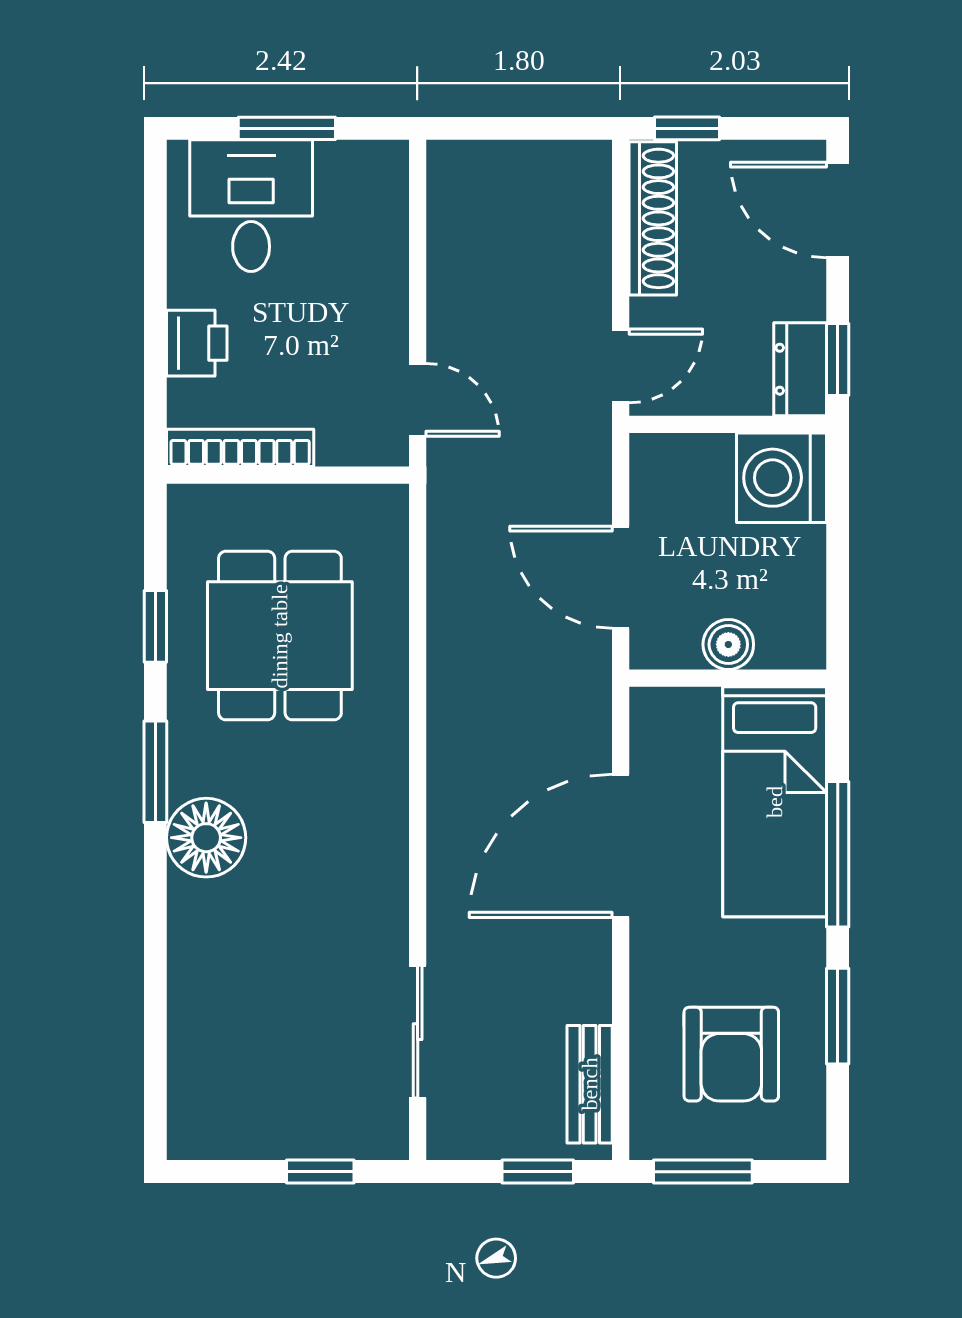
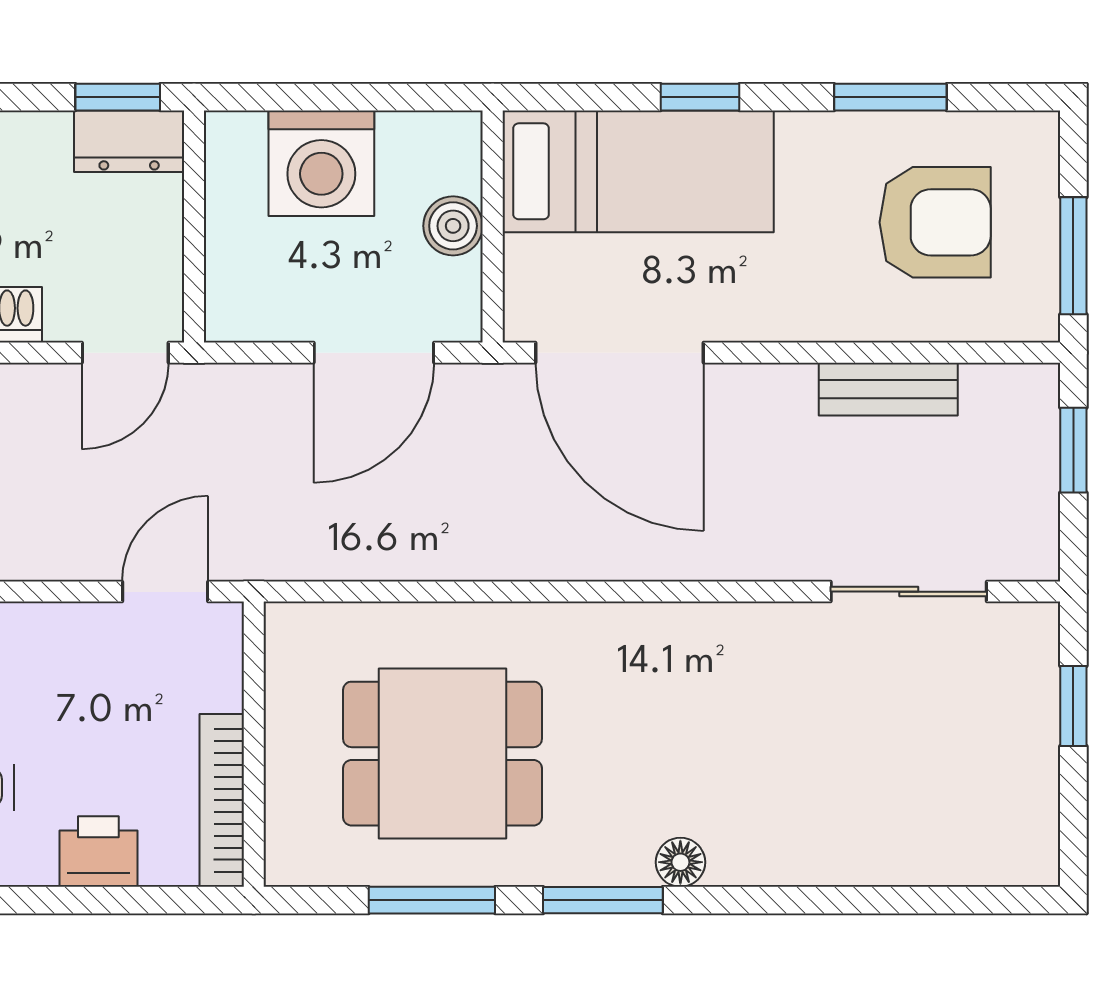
door: (621, 366) -> (125, 353), swing flipped
washing machine: (782, 478) -> (321, 163), moved
window: (155, 626) -> (432, 900), width x1.50
floor lamp: (206, 838) -> (680, 862), width x0.53, depth x0.53
door: (621, 846) -> (619, 353), moved
window: (838, 854) -> (700, 97), width x0.46
bench: (590, 1084) -> (888, 389), moved

